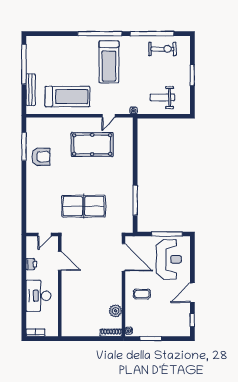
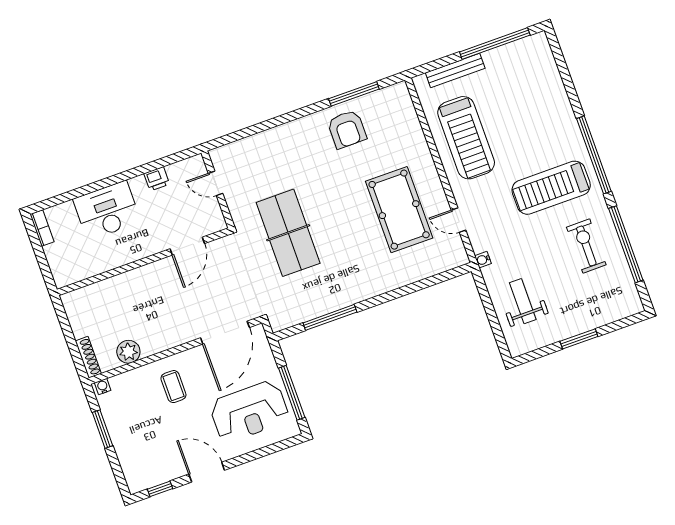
exercise bike: (162, 49) -> (586, 246), moved, turned 180
door: (60, 261) -> (187, 246), moved
wall: (60, 286) -> (144, 262), moved

